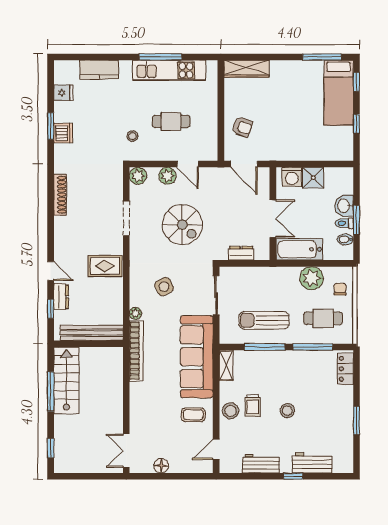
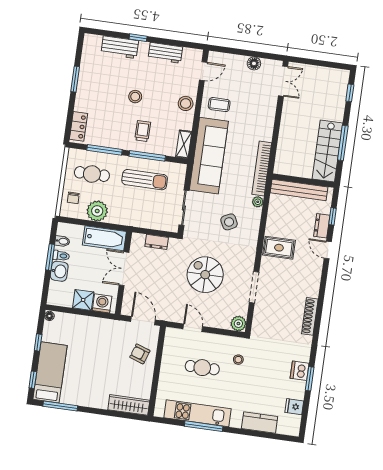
floor lamp: (348, 155) -> (49, 316), added
plant: (167, 176) -> (212, 320), removed
trolley: (253, 405) -> (143, 131), moved

